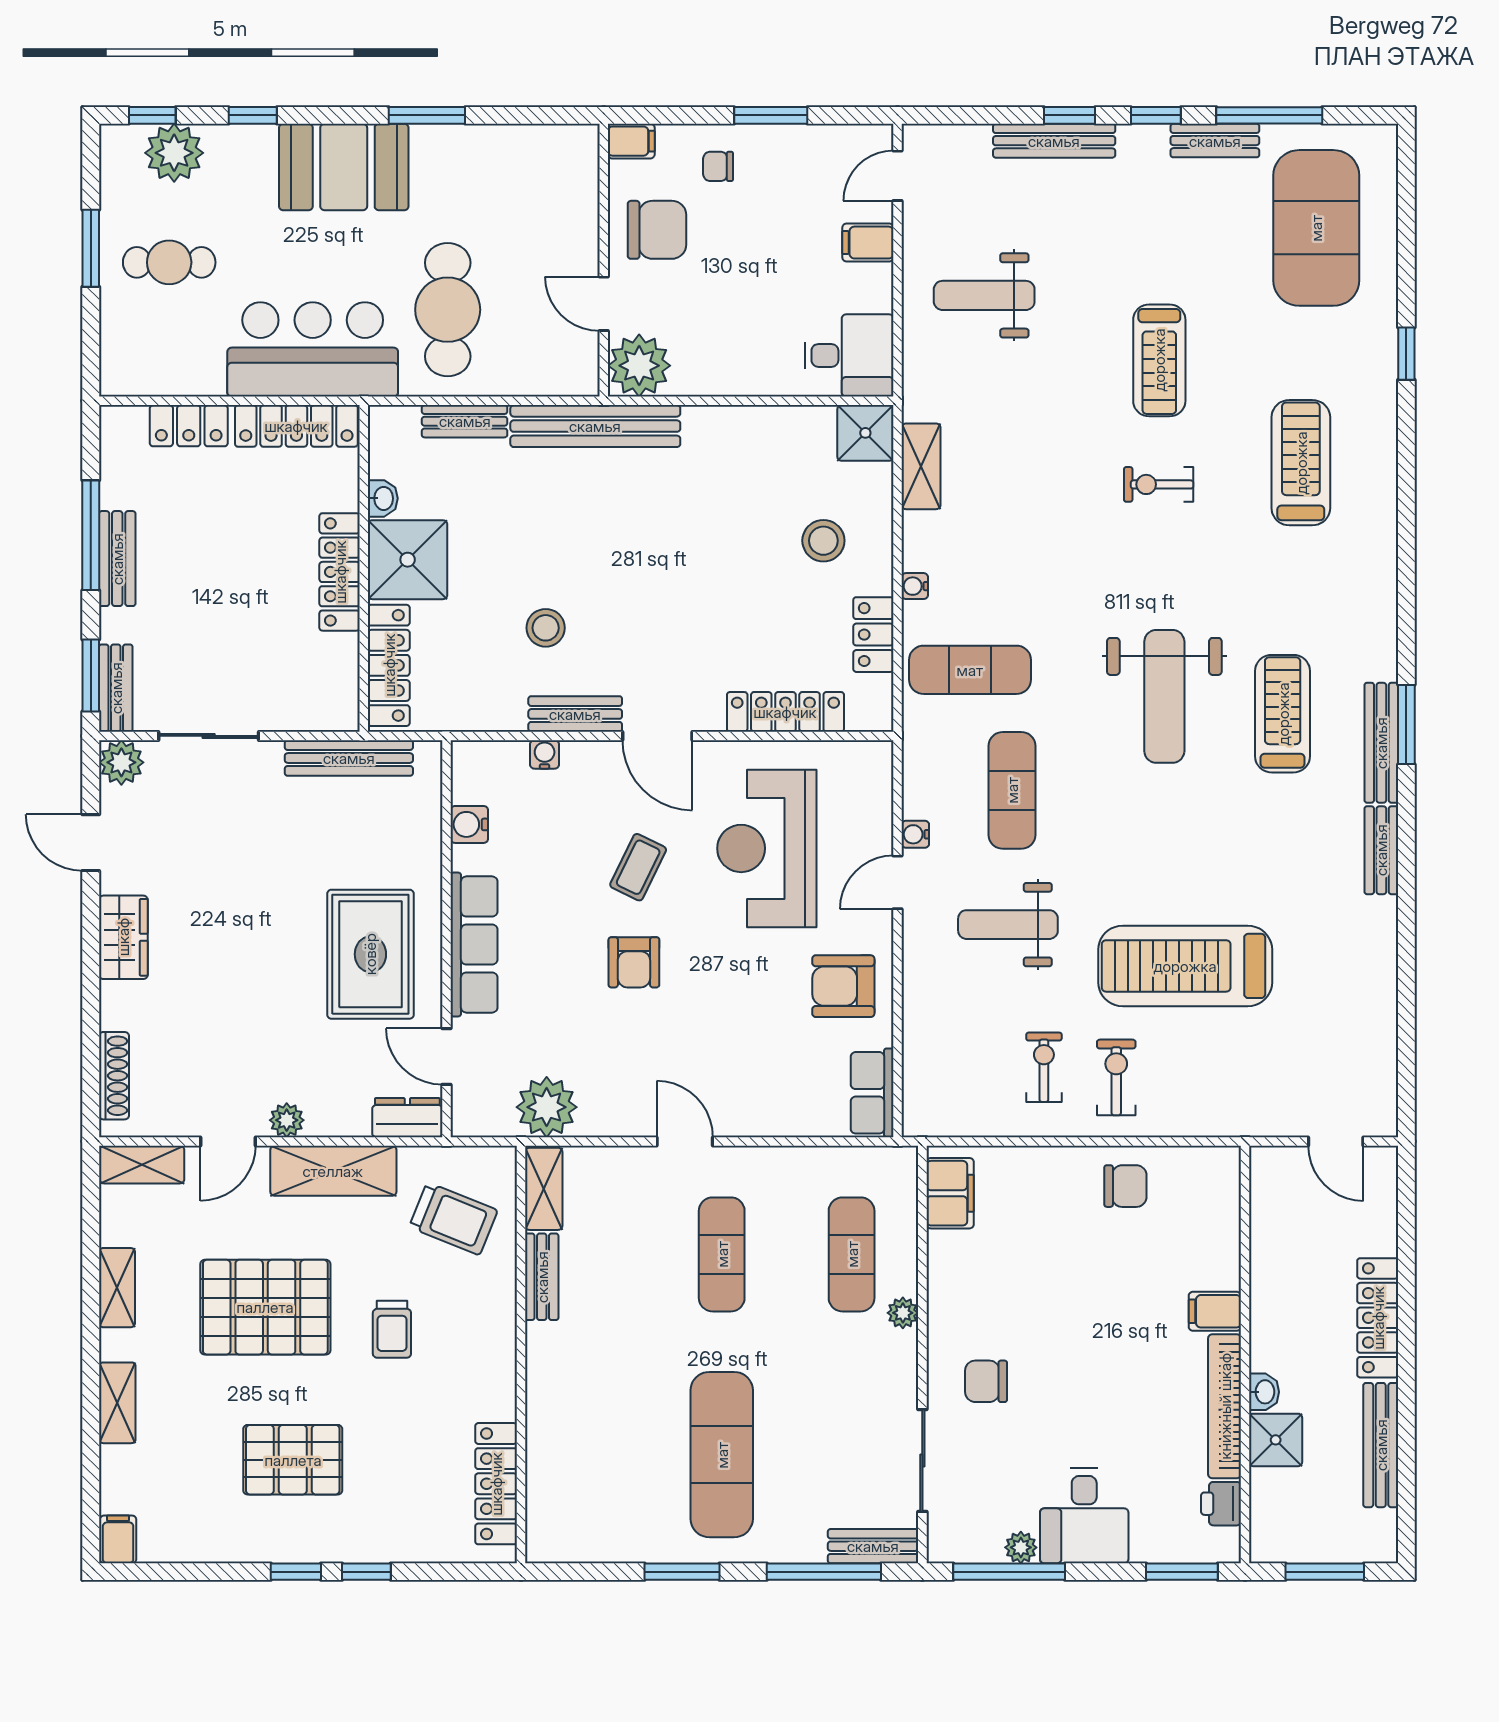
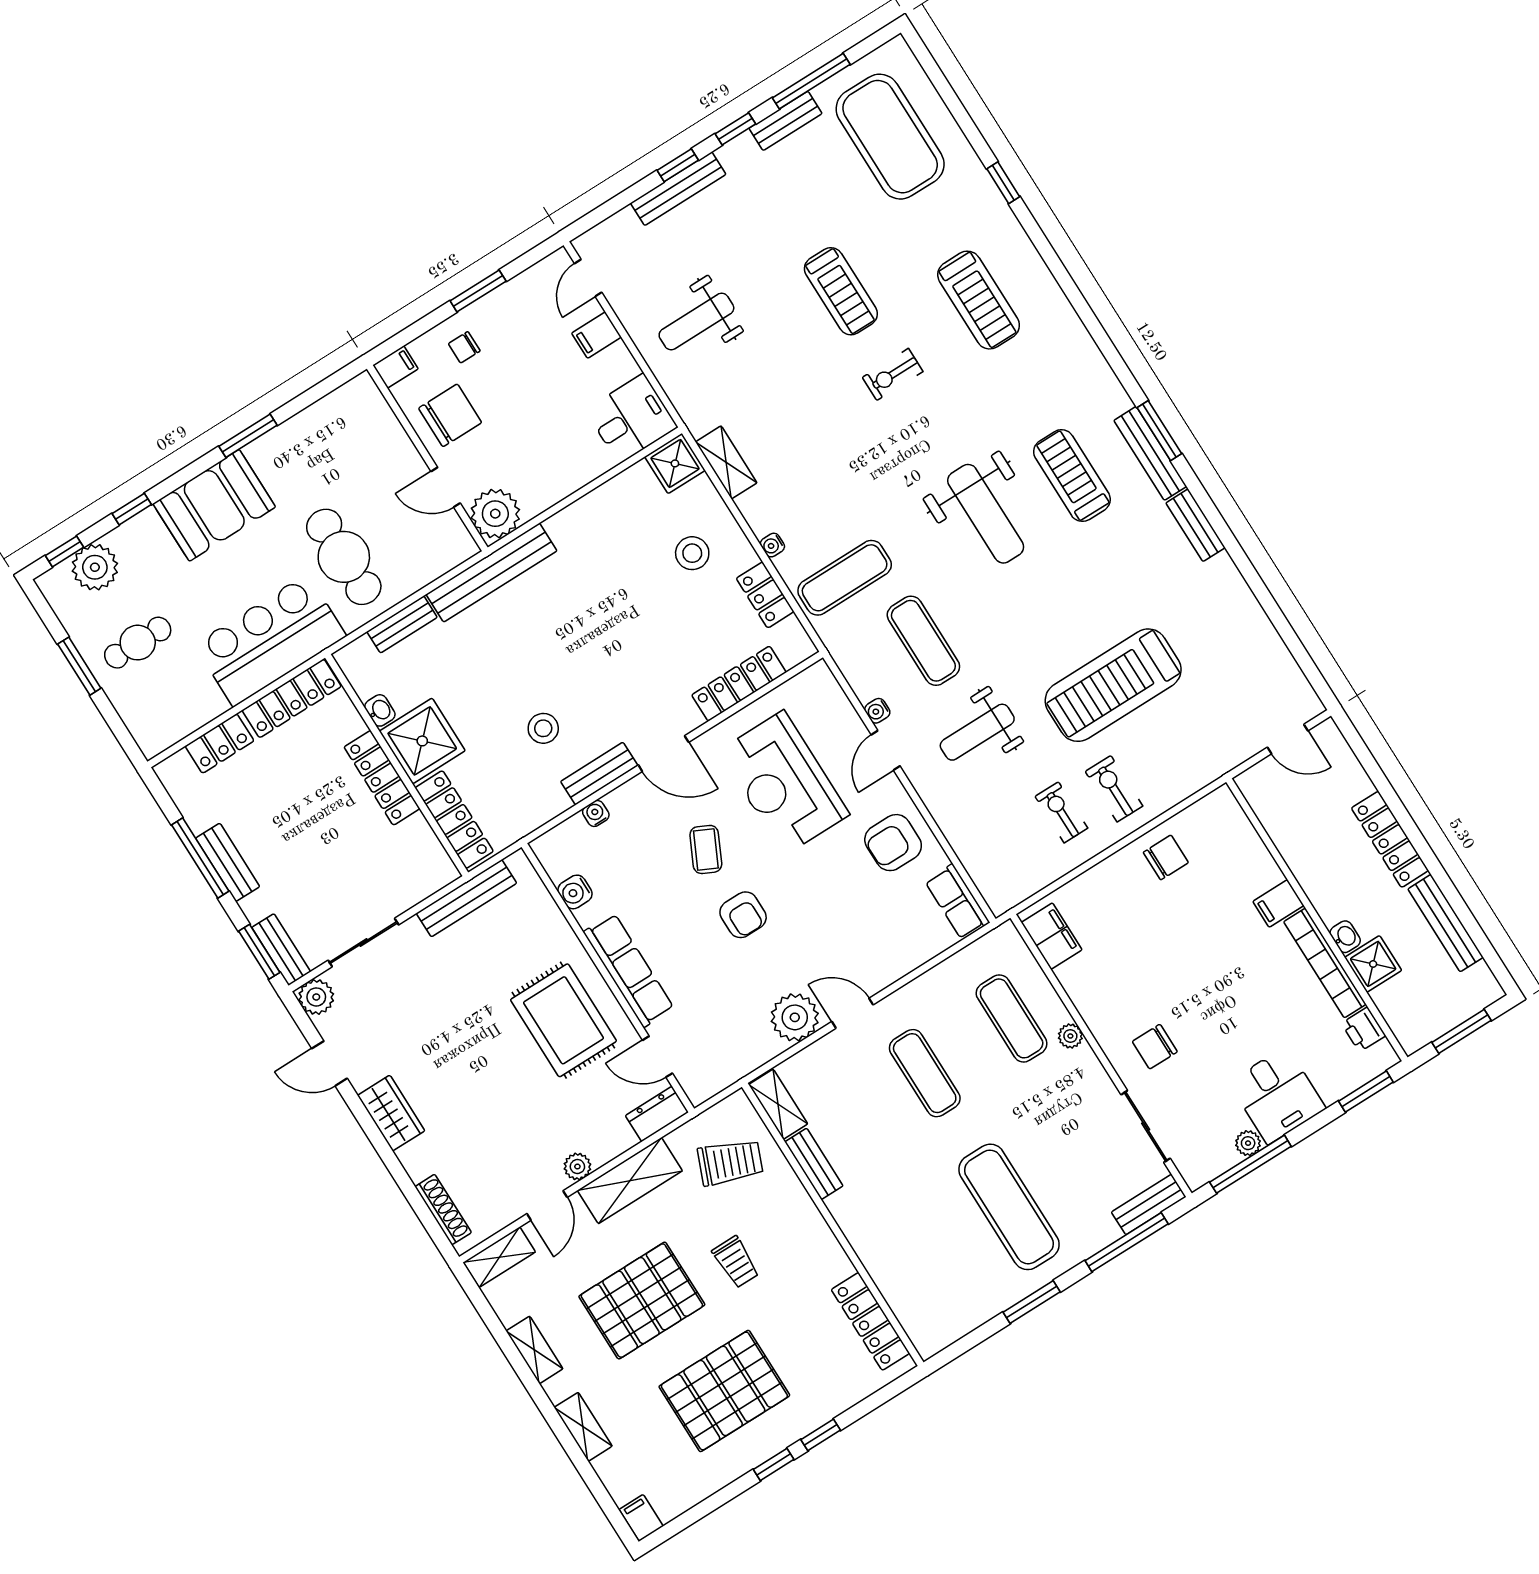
treadmill: (1301, 463) -> (979, 300), turned 180
plant: (547, 1107) -> (795, 1017), moved
pallet: (293, 1460) -> (724, 1391), width x1.37, depth x1.41

